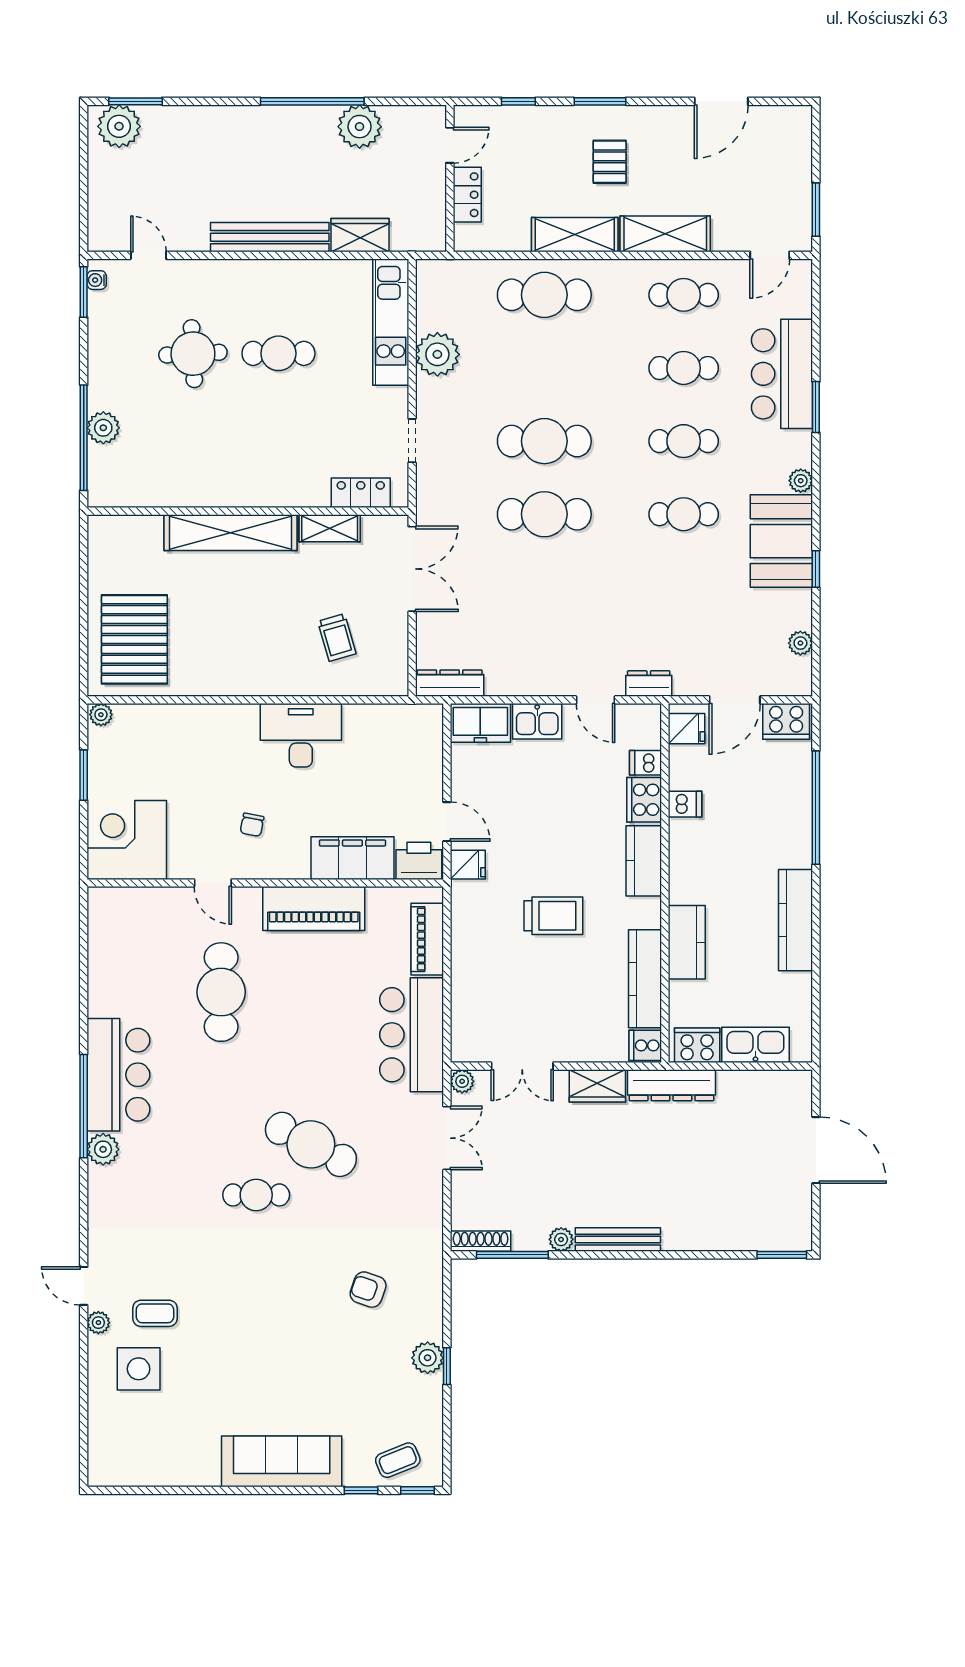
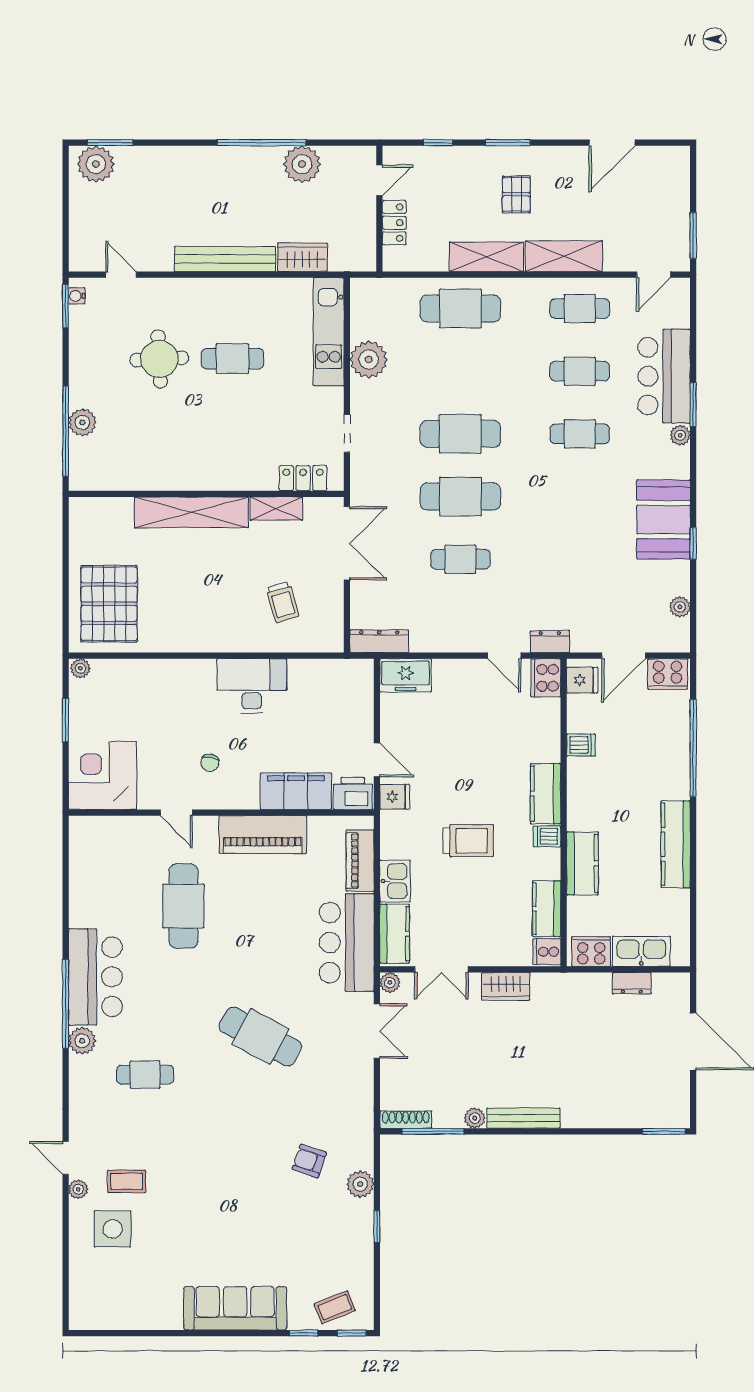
plant: (801, 481) -> (680, 435), moved
cafe table: (684, 514) -> (460, 559), moved
kitchen sink: (537, 721) -> (395, 881), moved, turned -90
dishwasher: (645, 763) -> (547, 836), moved
cooker: (644, 800) -> (546, 678), moved
kitchen counter: (645, 979) -> (547, 909), width x0.67
kitchen counter: (468, 1024) -> (395, 934), added
dresser: (671, 1085) -> (632, 983), moved, width x0.51, depth x0.80
cafe table: (256, 1195) -> (145, 1075), moved
plant: (428, 1358) -> (360, 1184), moved

